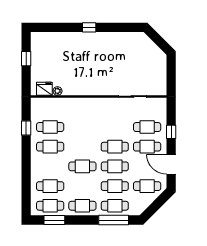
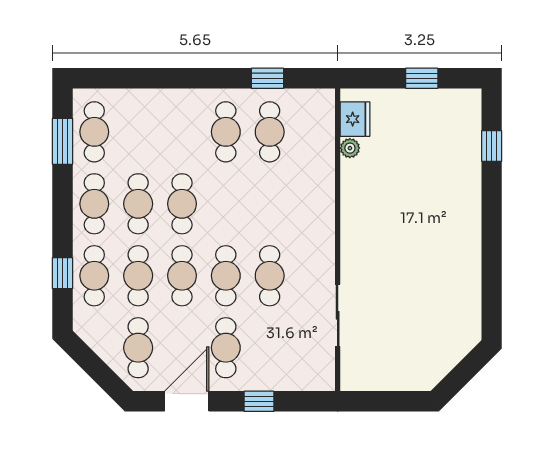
window: (89, 27) -> (492, 146), moved
cafe table: (147, 127) -> (270, 276), moved
cafe table: (50, 186) -> (138, 204), moved
window: (114, 220) -> (63, 273), width x0.46

